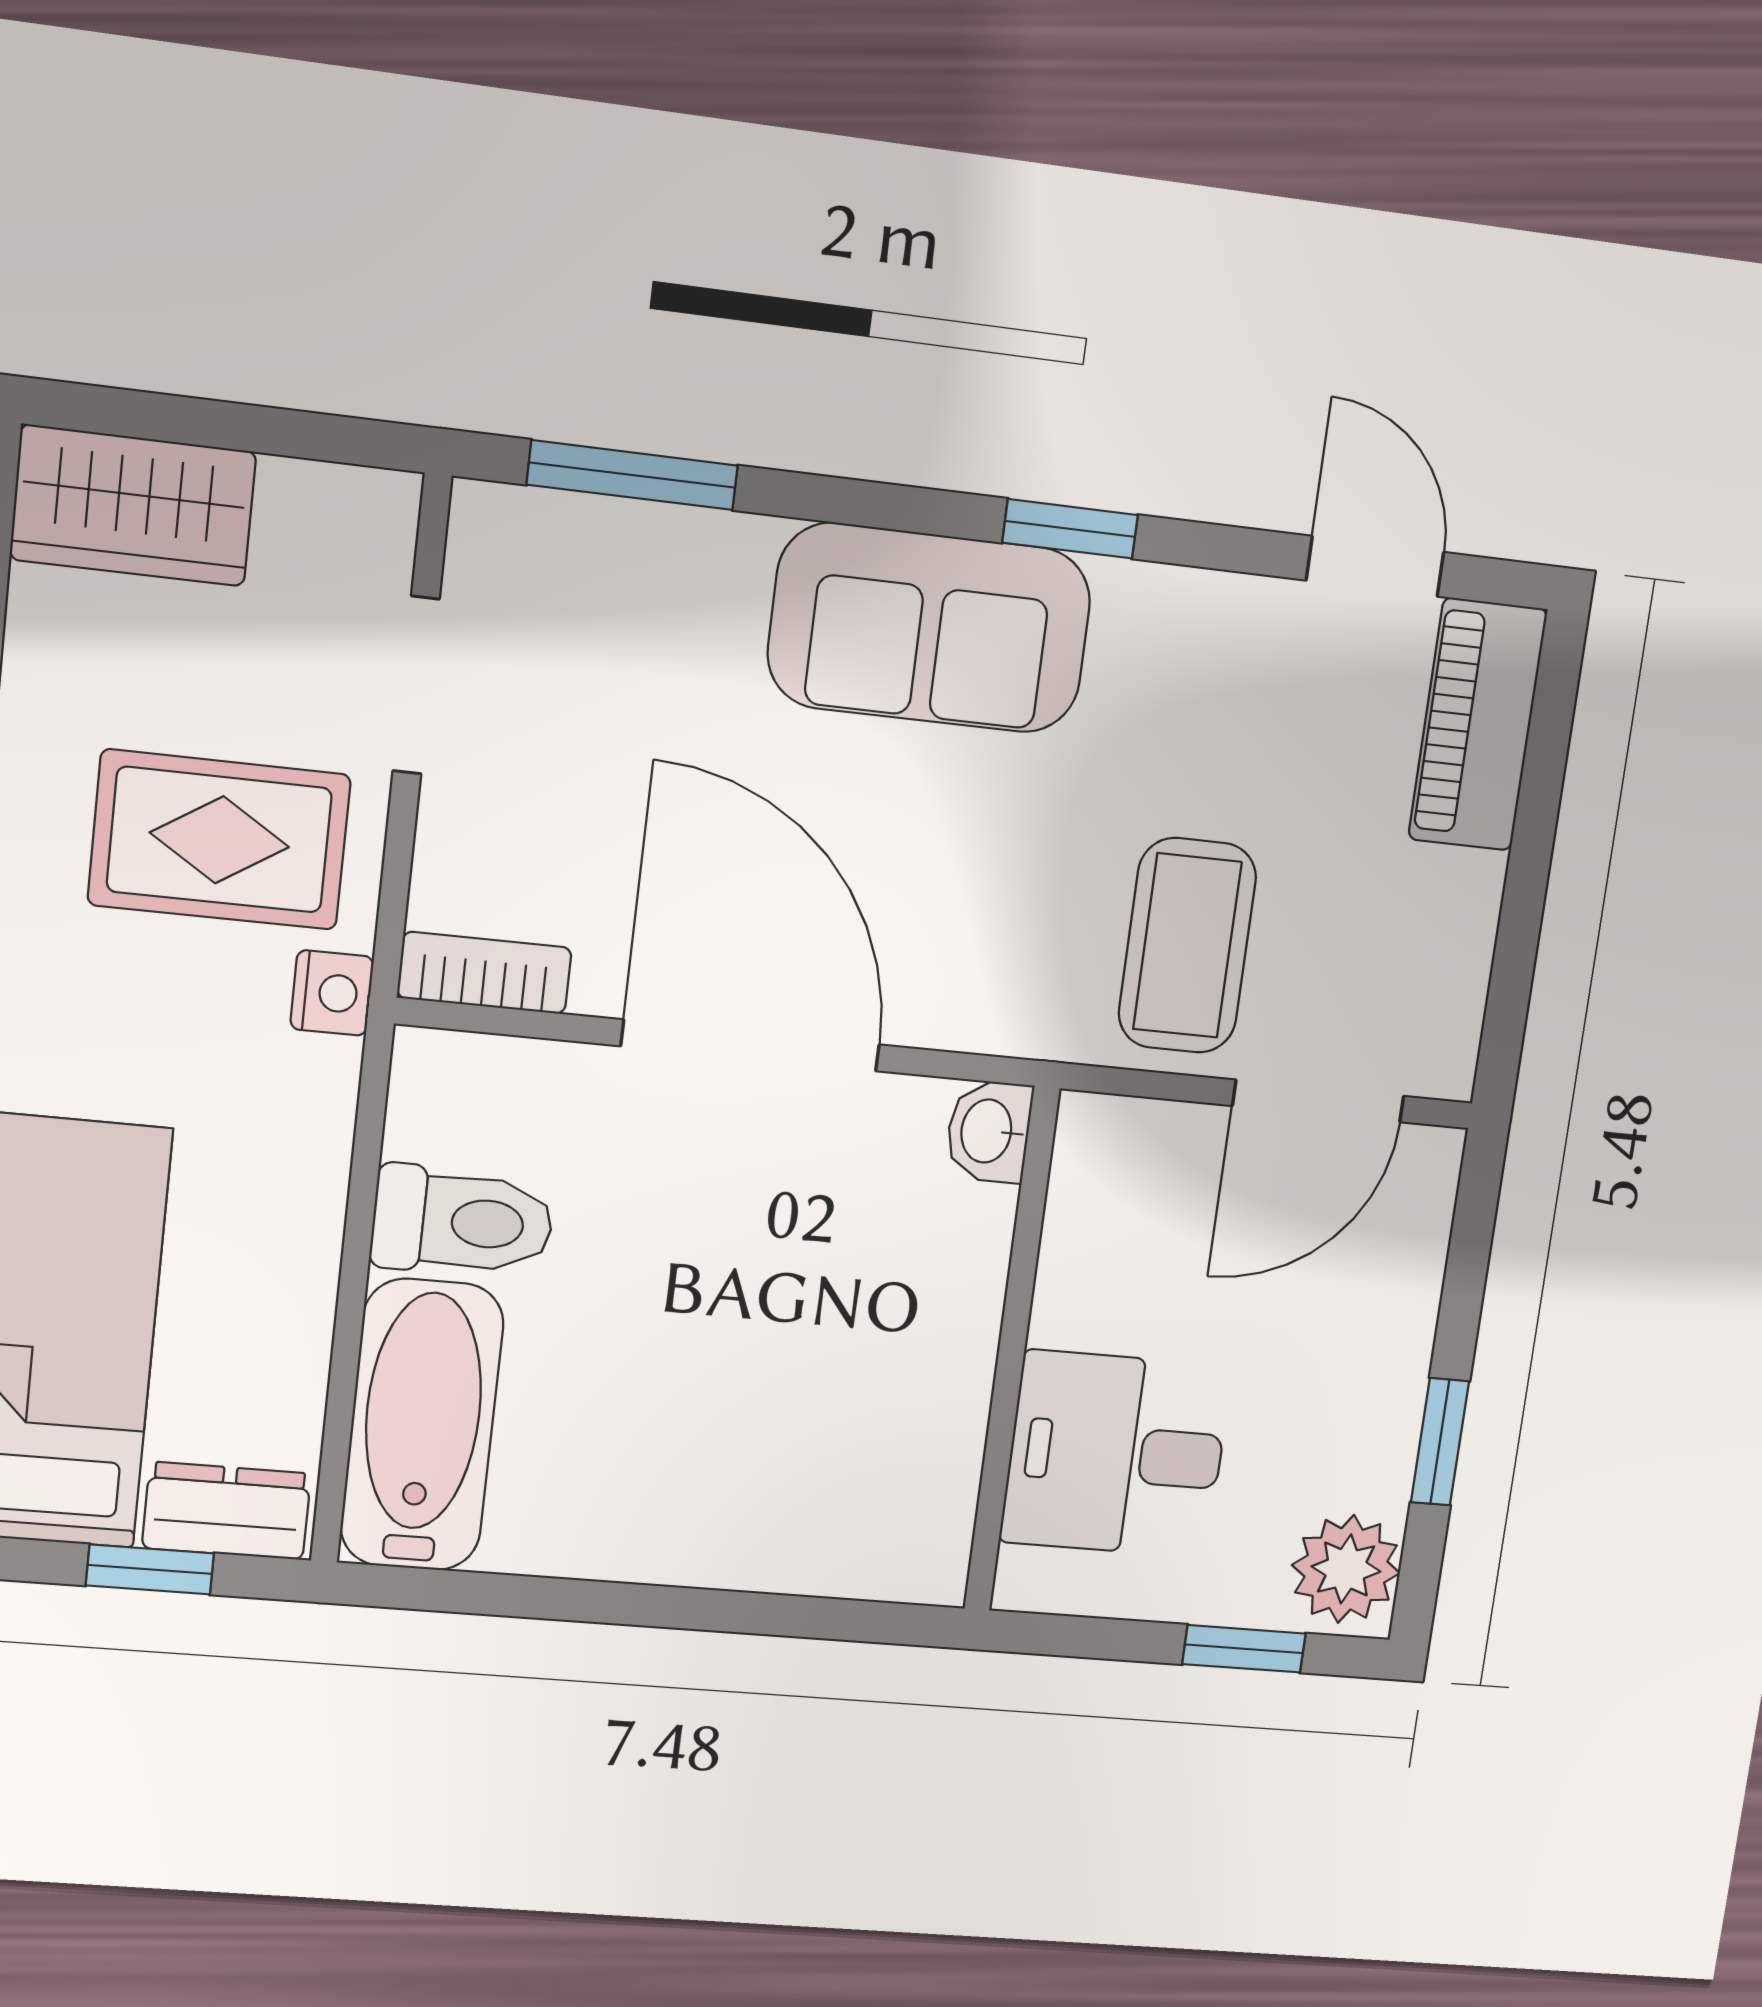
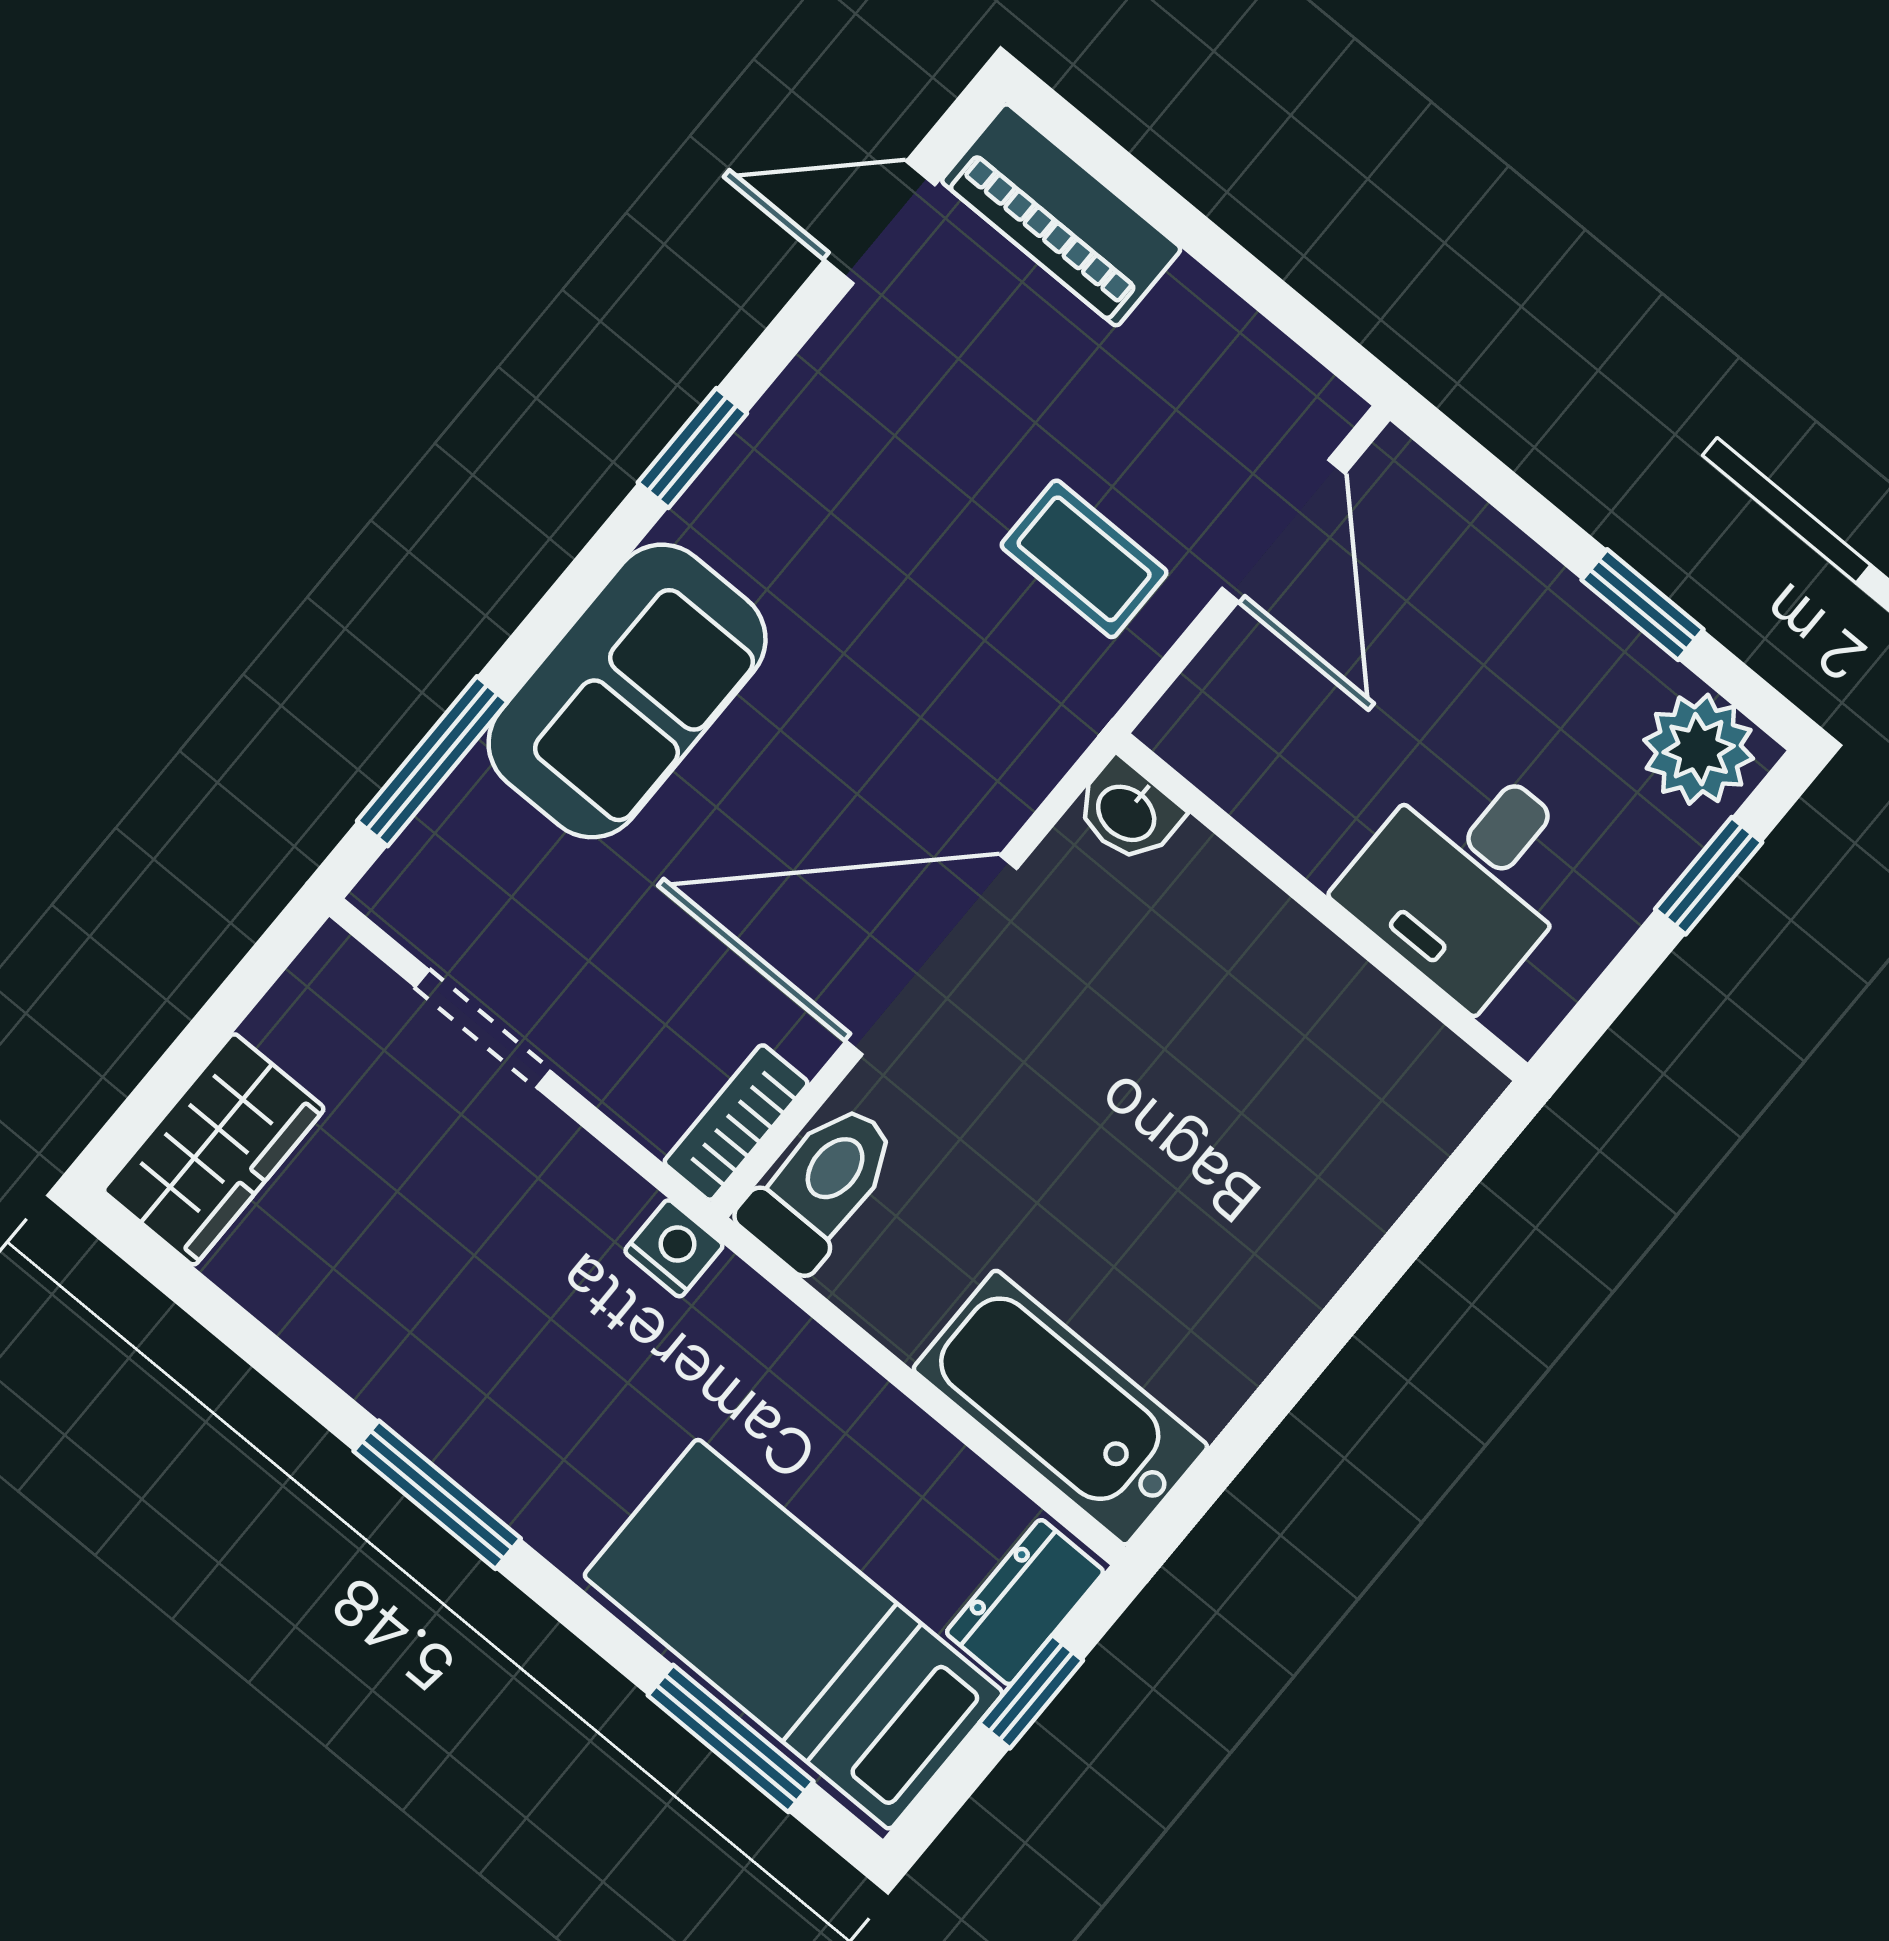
sofa: (929, 628) -> (627, 691), moved
rug: (219, 840) -> (501, 1254), removed
coffee table: (1187, 946) -> (1084, 559), width x0.73, depth x0.77
toilet: (463, 1222) -> (820, 1186), moved

